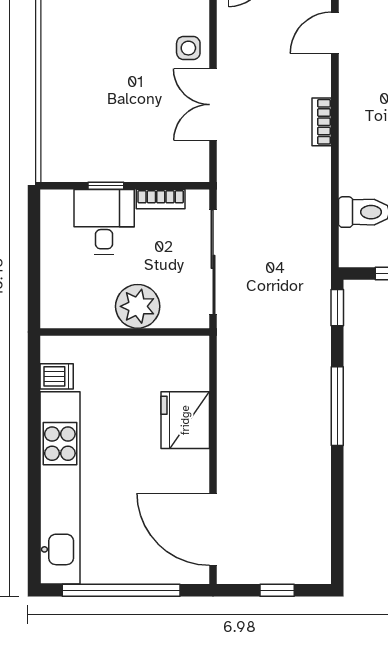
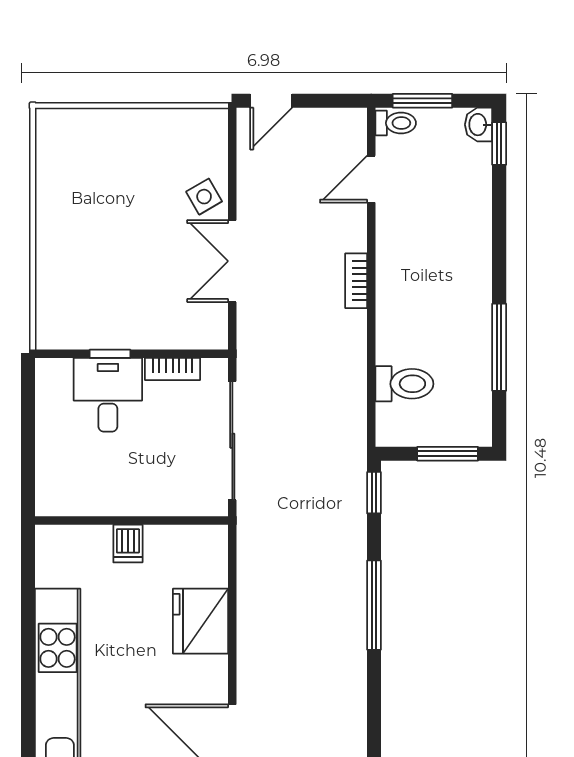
side table: (188, 48) -> (204, 197), turned -30
plant: (138, 306) -> (146, 491), removed
dishwasher: (57, 376) -> (128, 544), moved, turned 90

